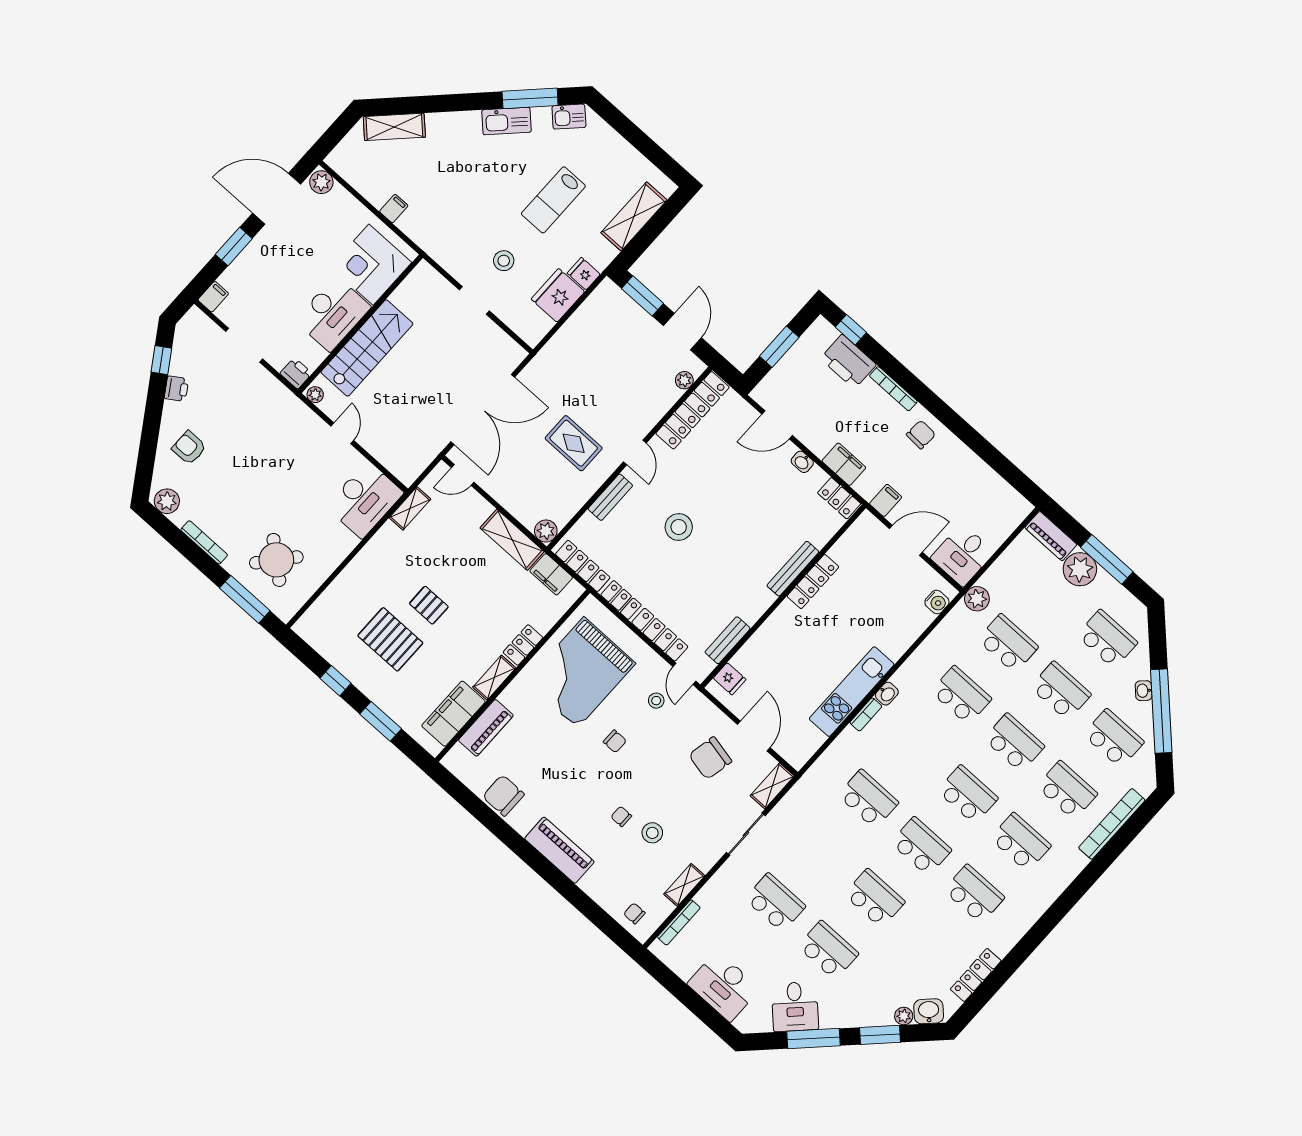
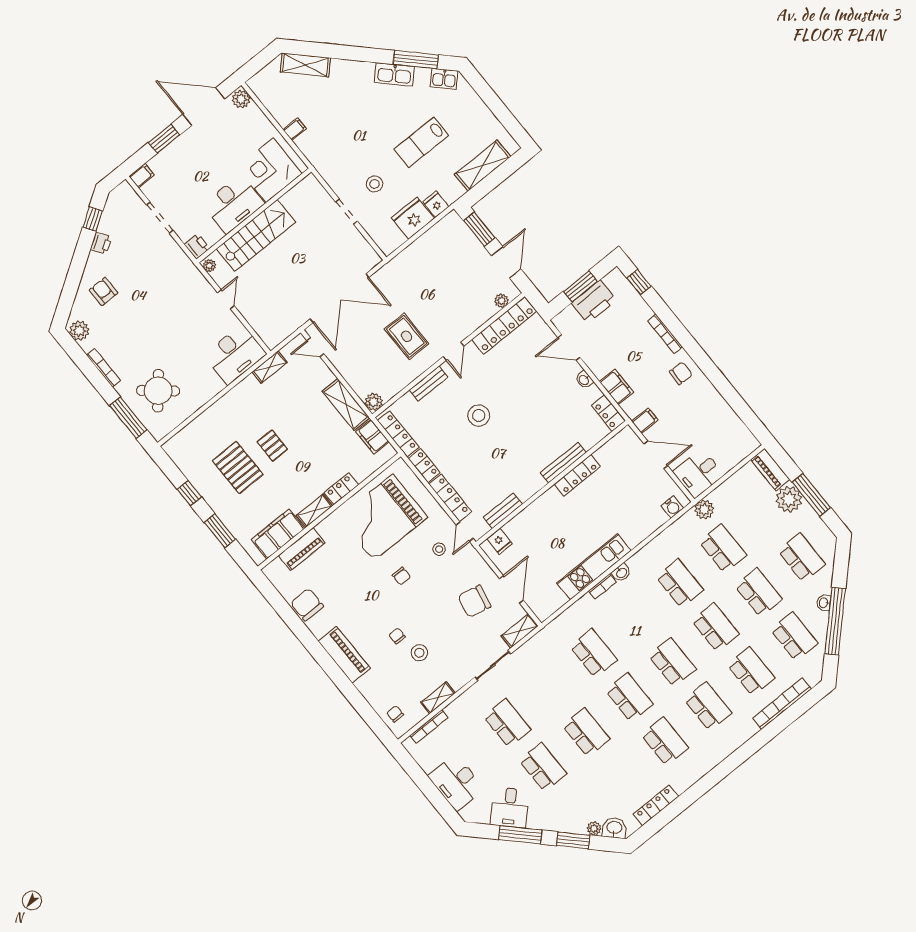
printer: (848, 362) -> (594, 302), moved, turned -90

